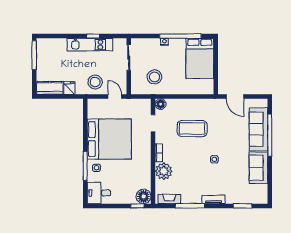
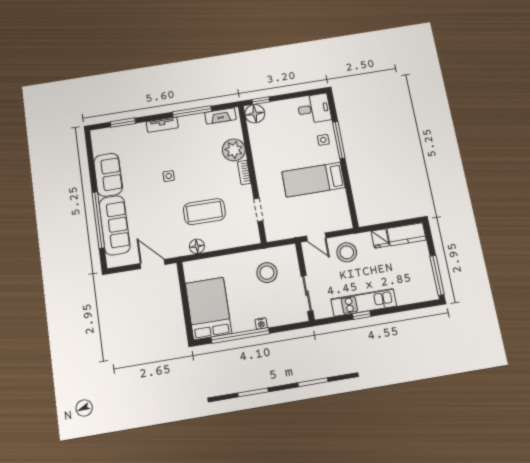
floor lamp: (161, 104) -> (197, 246), moved
bed: (109, 139) -> (313, 180), width x0.49

